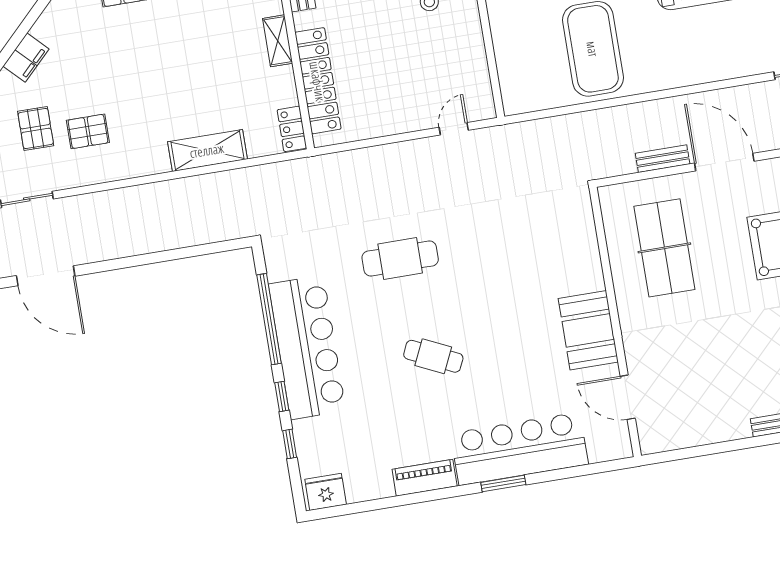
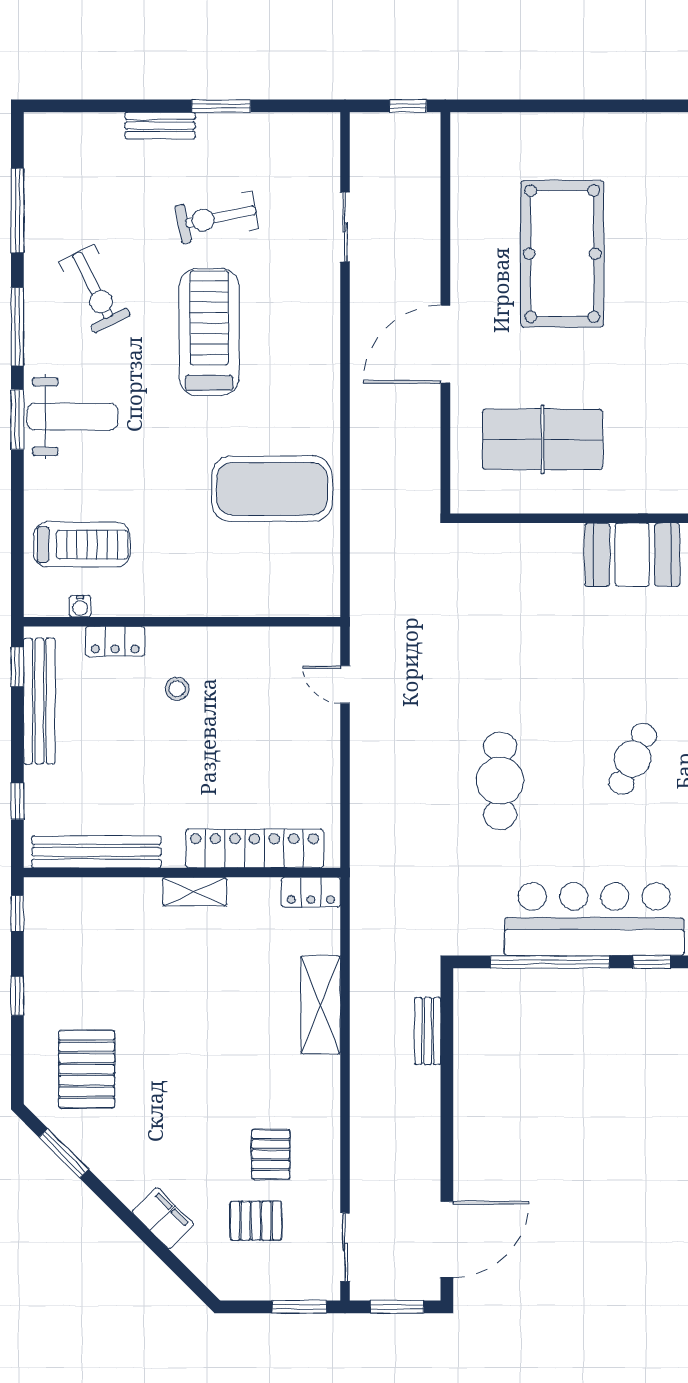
bench: (663, 159) -> (428, 1031), moved

